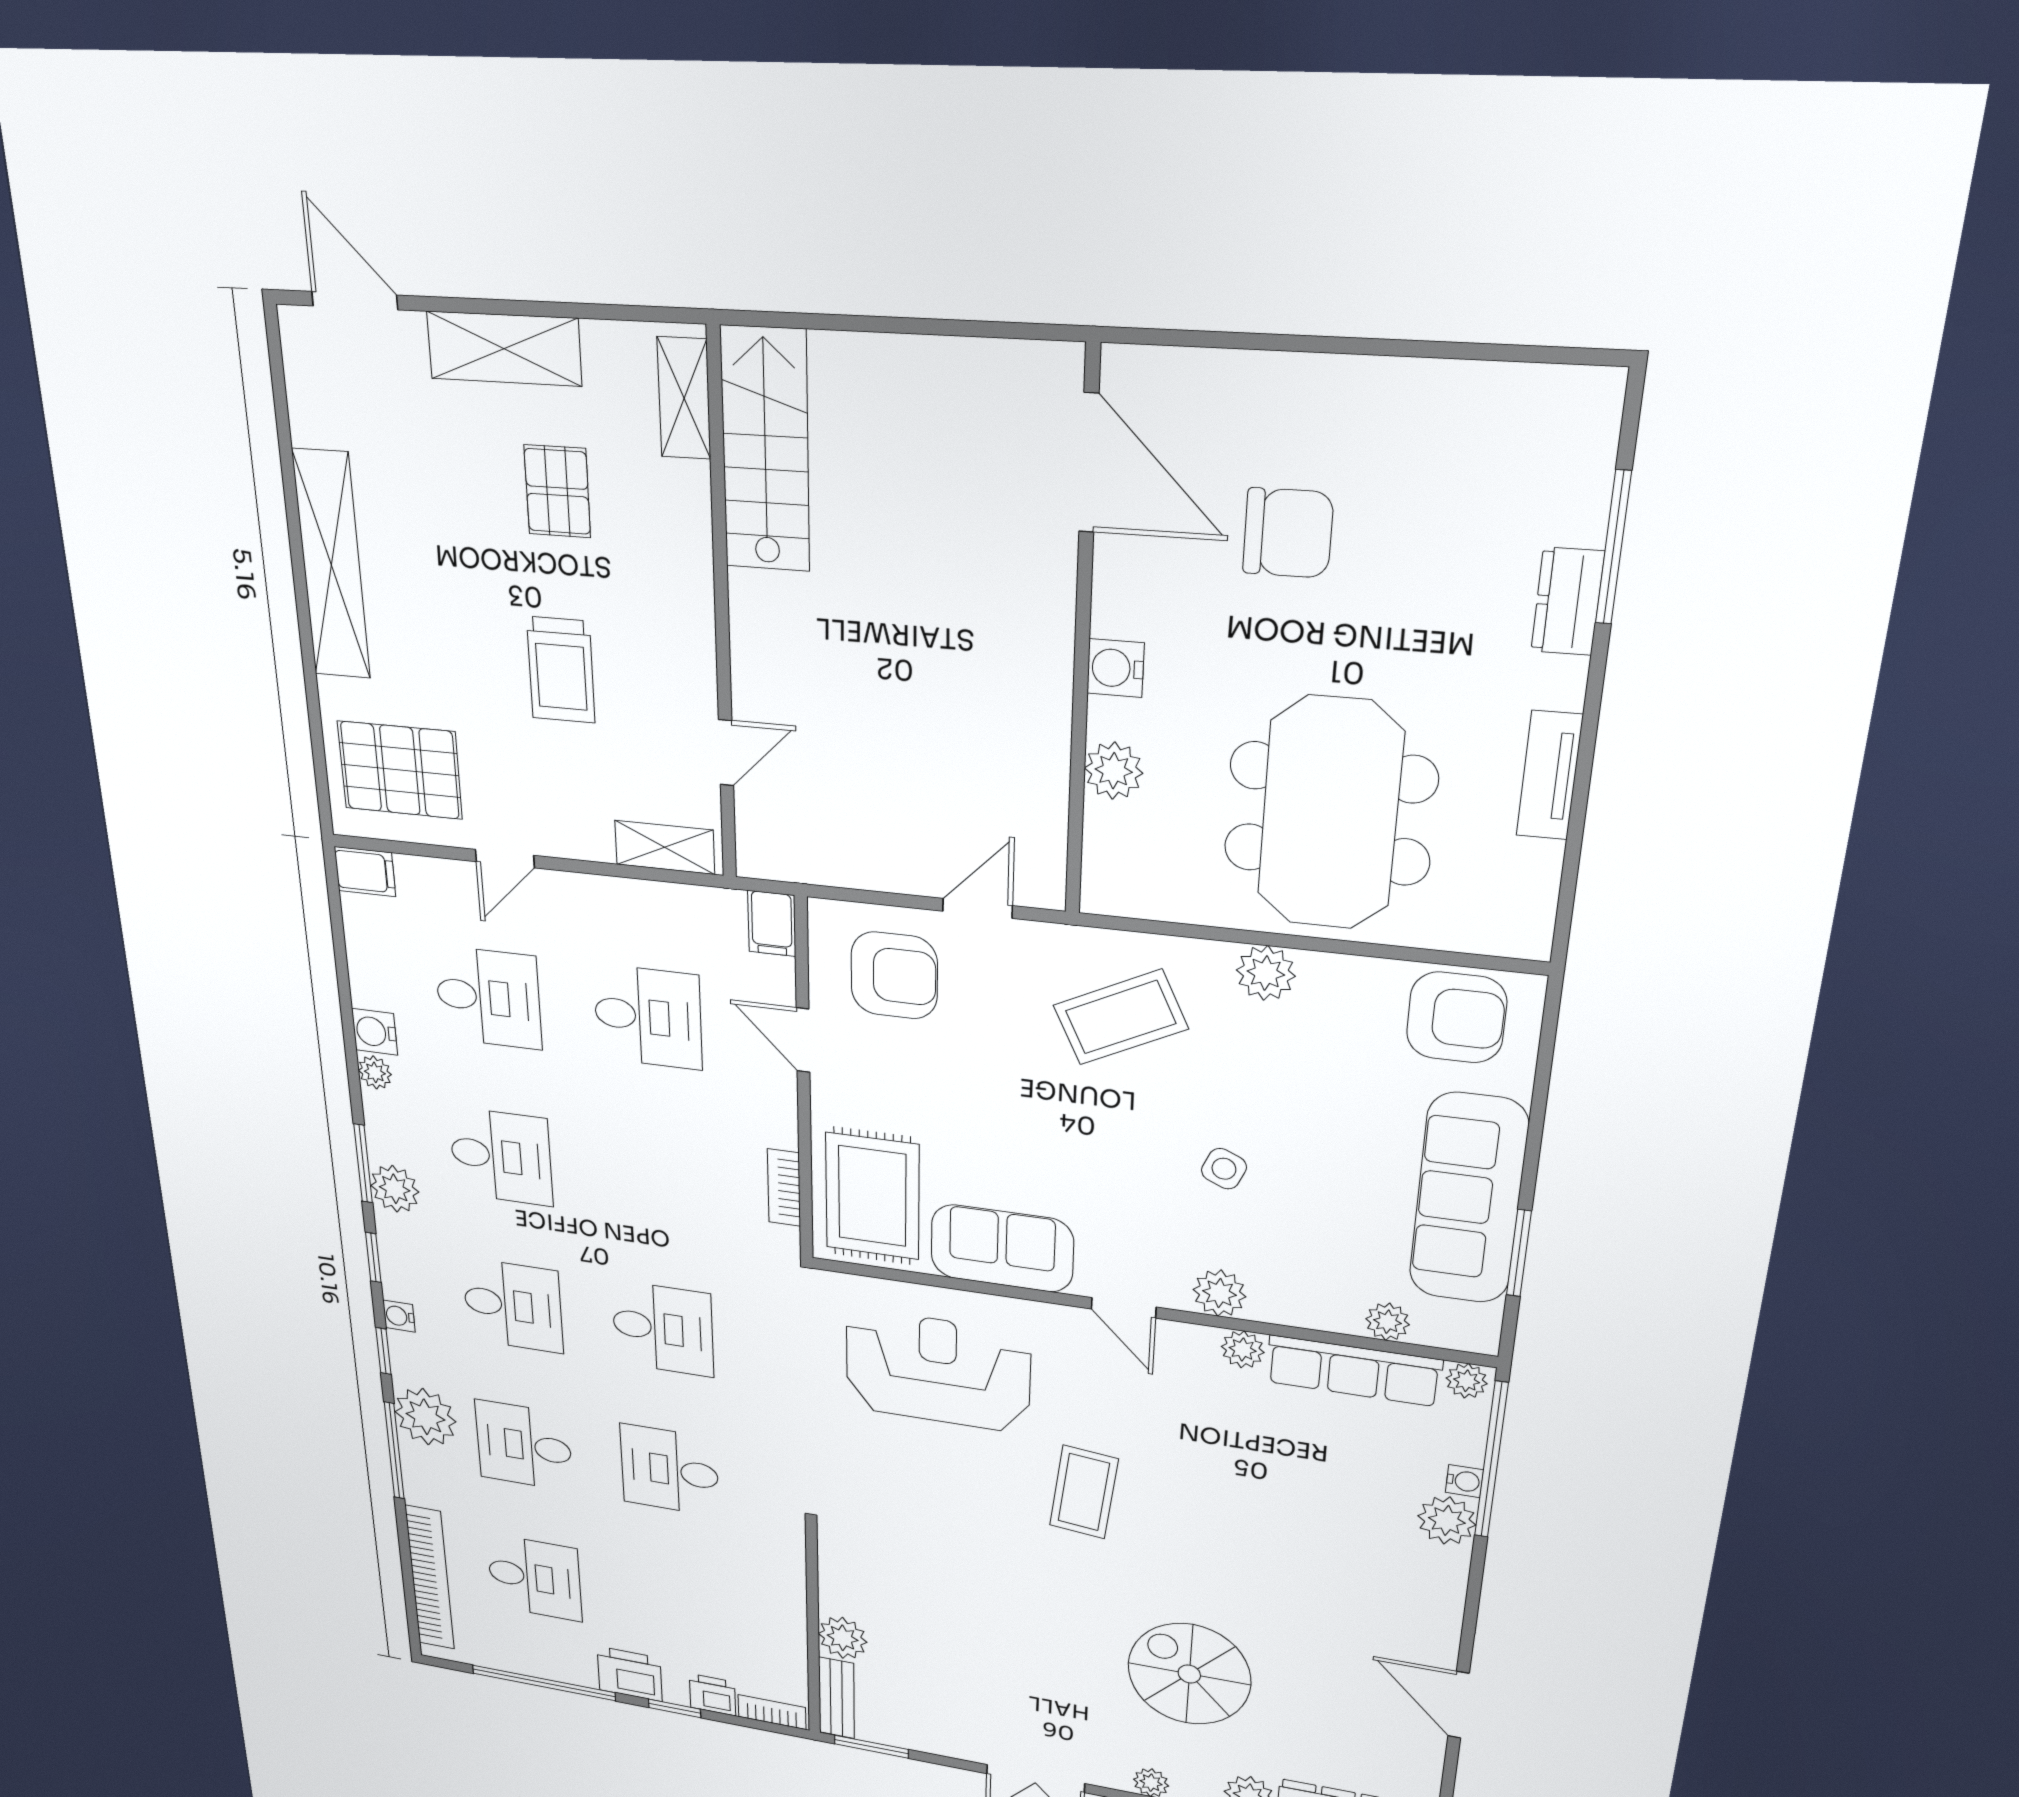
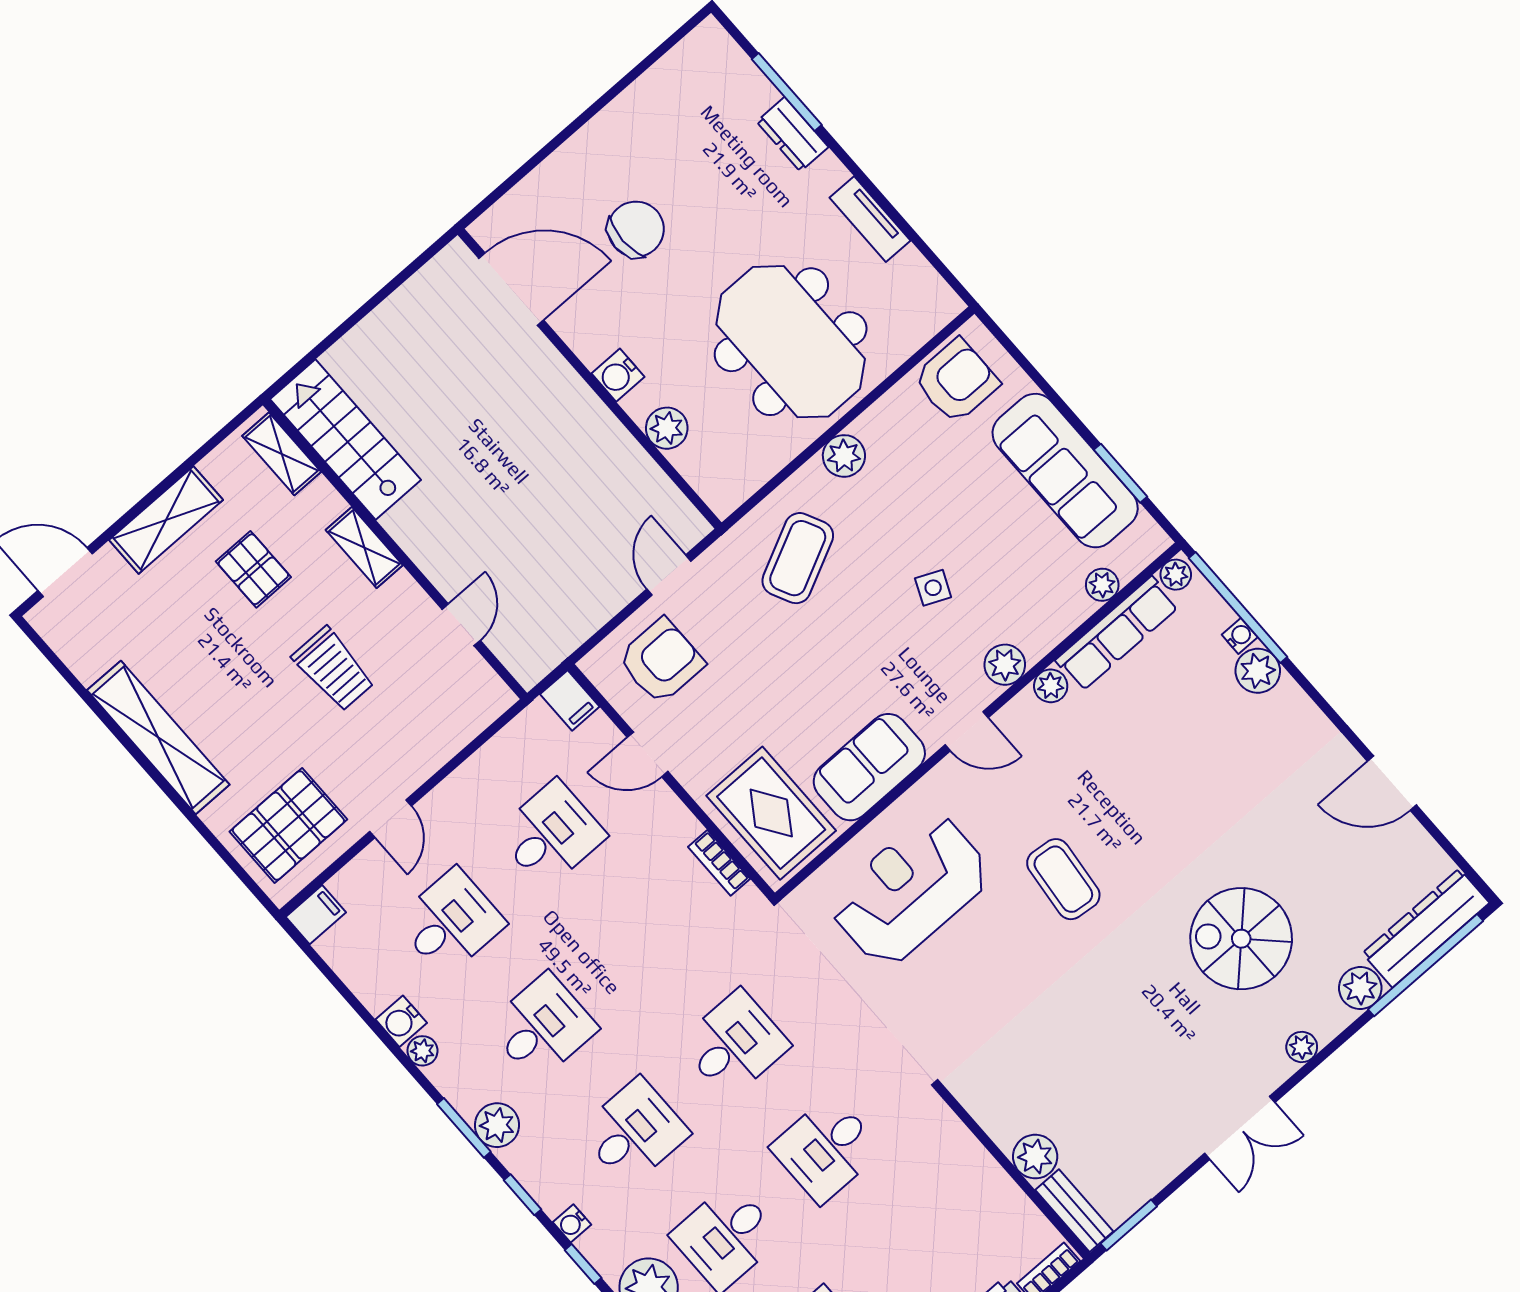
shelving: (665, 847) -> (364, 548), moved, turned 90

